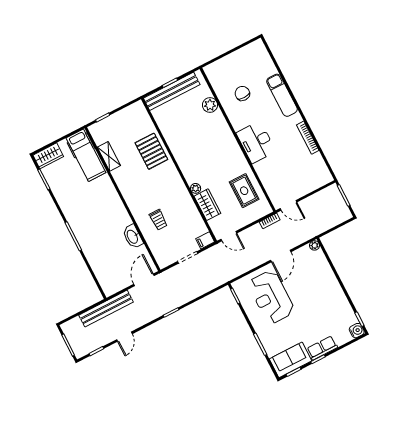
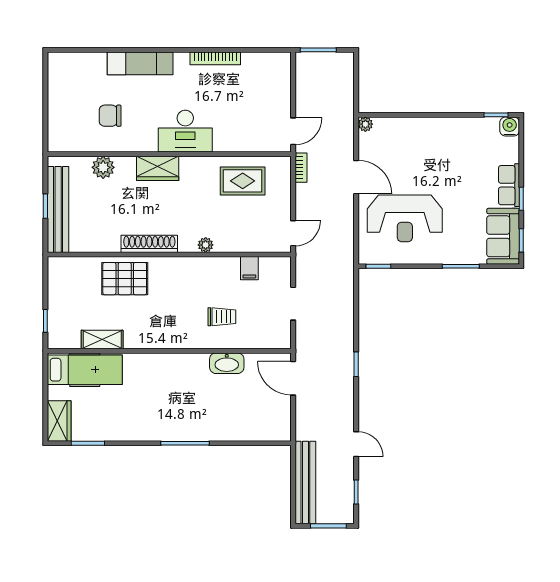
shoe rack: (179, 155) -> (149, 244), added
wardrobe: (207, 205) -> (158, 168), moved, turned 180
filing cabinet: (205, 240) -> (249, 268), moved
bench: (106, 309) -> (305, 482), moved

